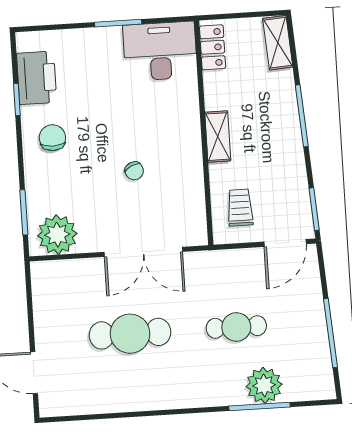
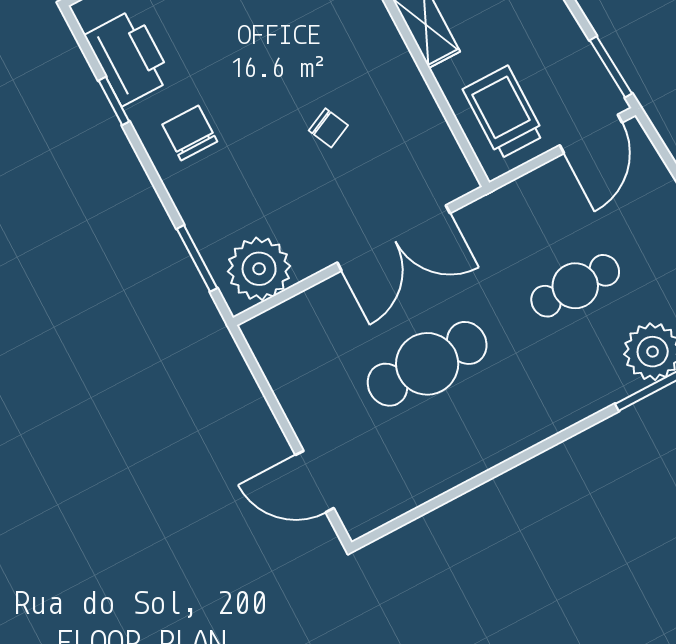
trolley: (240, 208) -> (504, 112), width x1.36, depth x1.39

